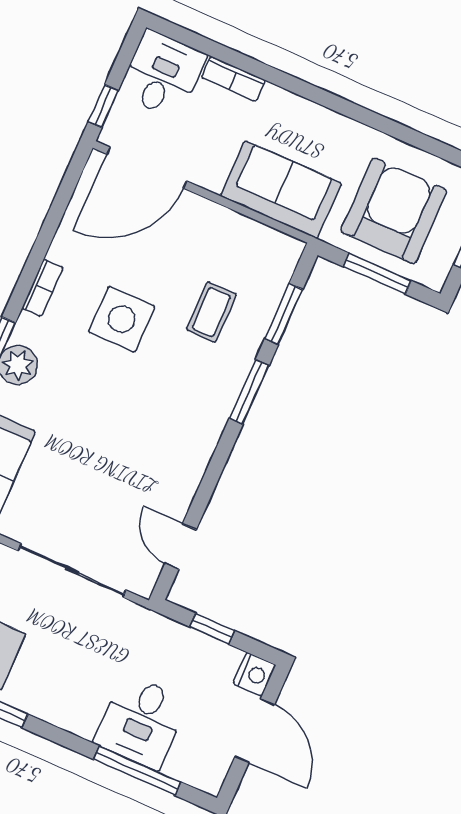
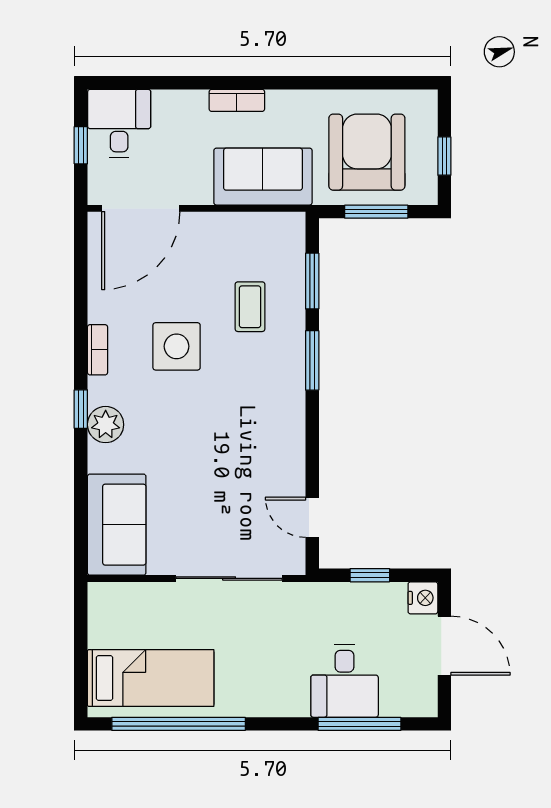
bookcase: (233, 79) -> (237, 100), moved
window: (103, 106) -> (81, 145), moved

